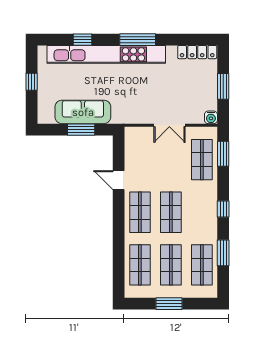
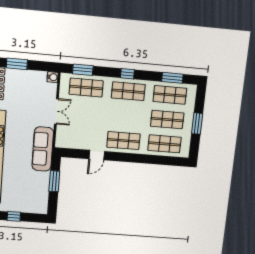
window: (223, 86) -> (17, 64), moved
sofa: (83, 112) -> (43, 149), moved
shop shelf: (171, 212) -> (128, 91), moved
window: (223, 253) -> (172, 78), moved

